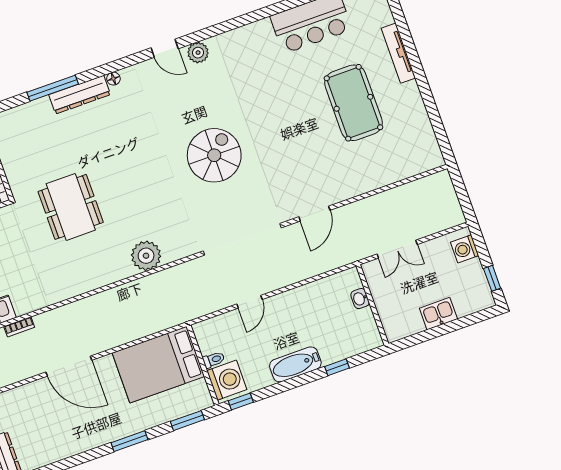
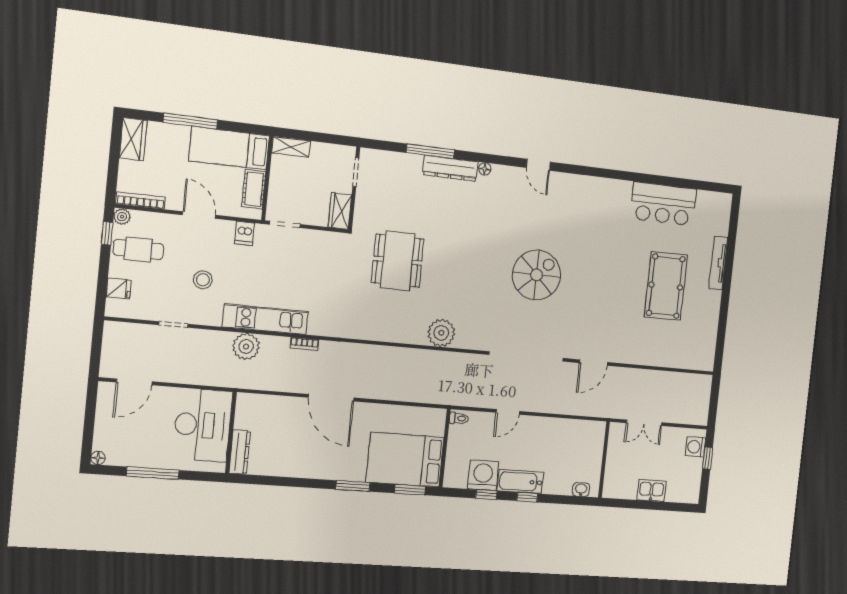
plant: (198, 53) -> (564, 182), removed
window: (492, 278) -> (707, 458), moved
washbasin: (360, 299) -> (581, 489), moved, turned 90
toilet: (214, 360) -> (459, 418), moved
bed: (158, 365) -> (405, 460), moved
window: (337, 367) -> (527, 497), moved
washing machine: (227, 380) -> (483, 475), moved, turned -90
window: (241, 401) -> (486, 495), moved

